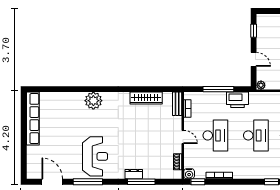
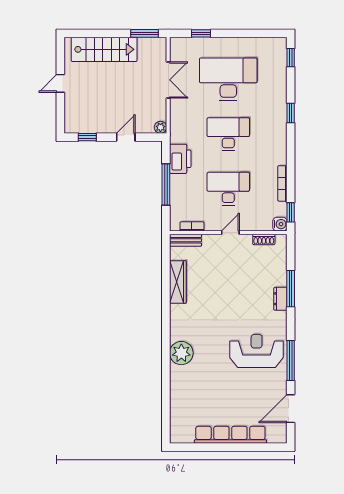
row of seats: (33, 119) -> (230, 435), moved

